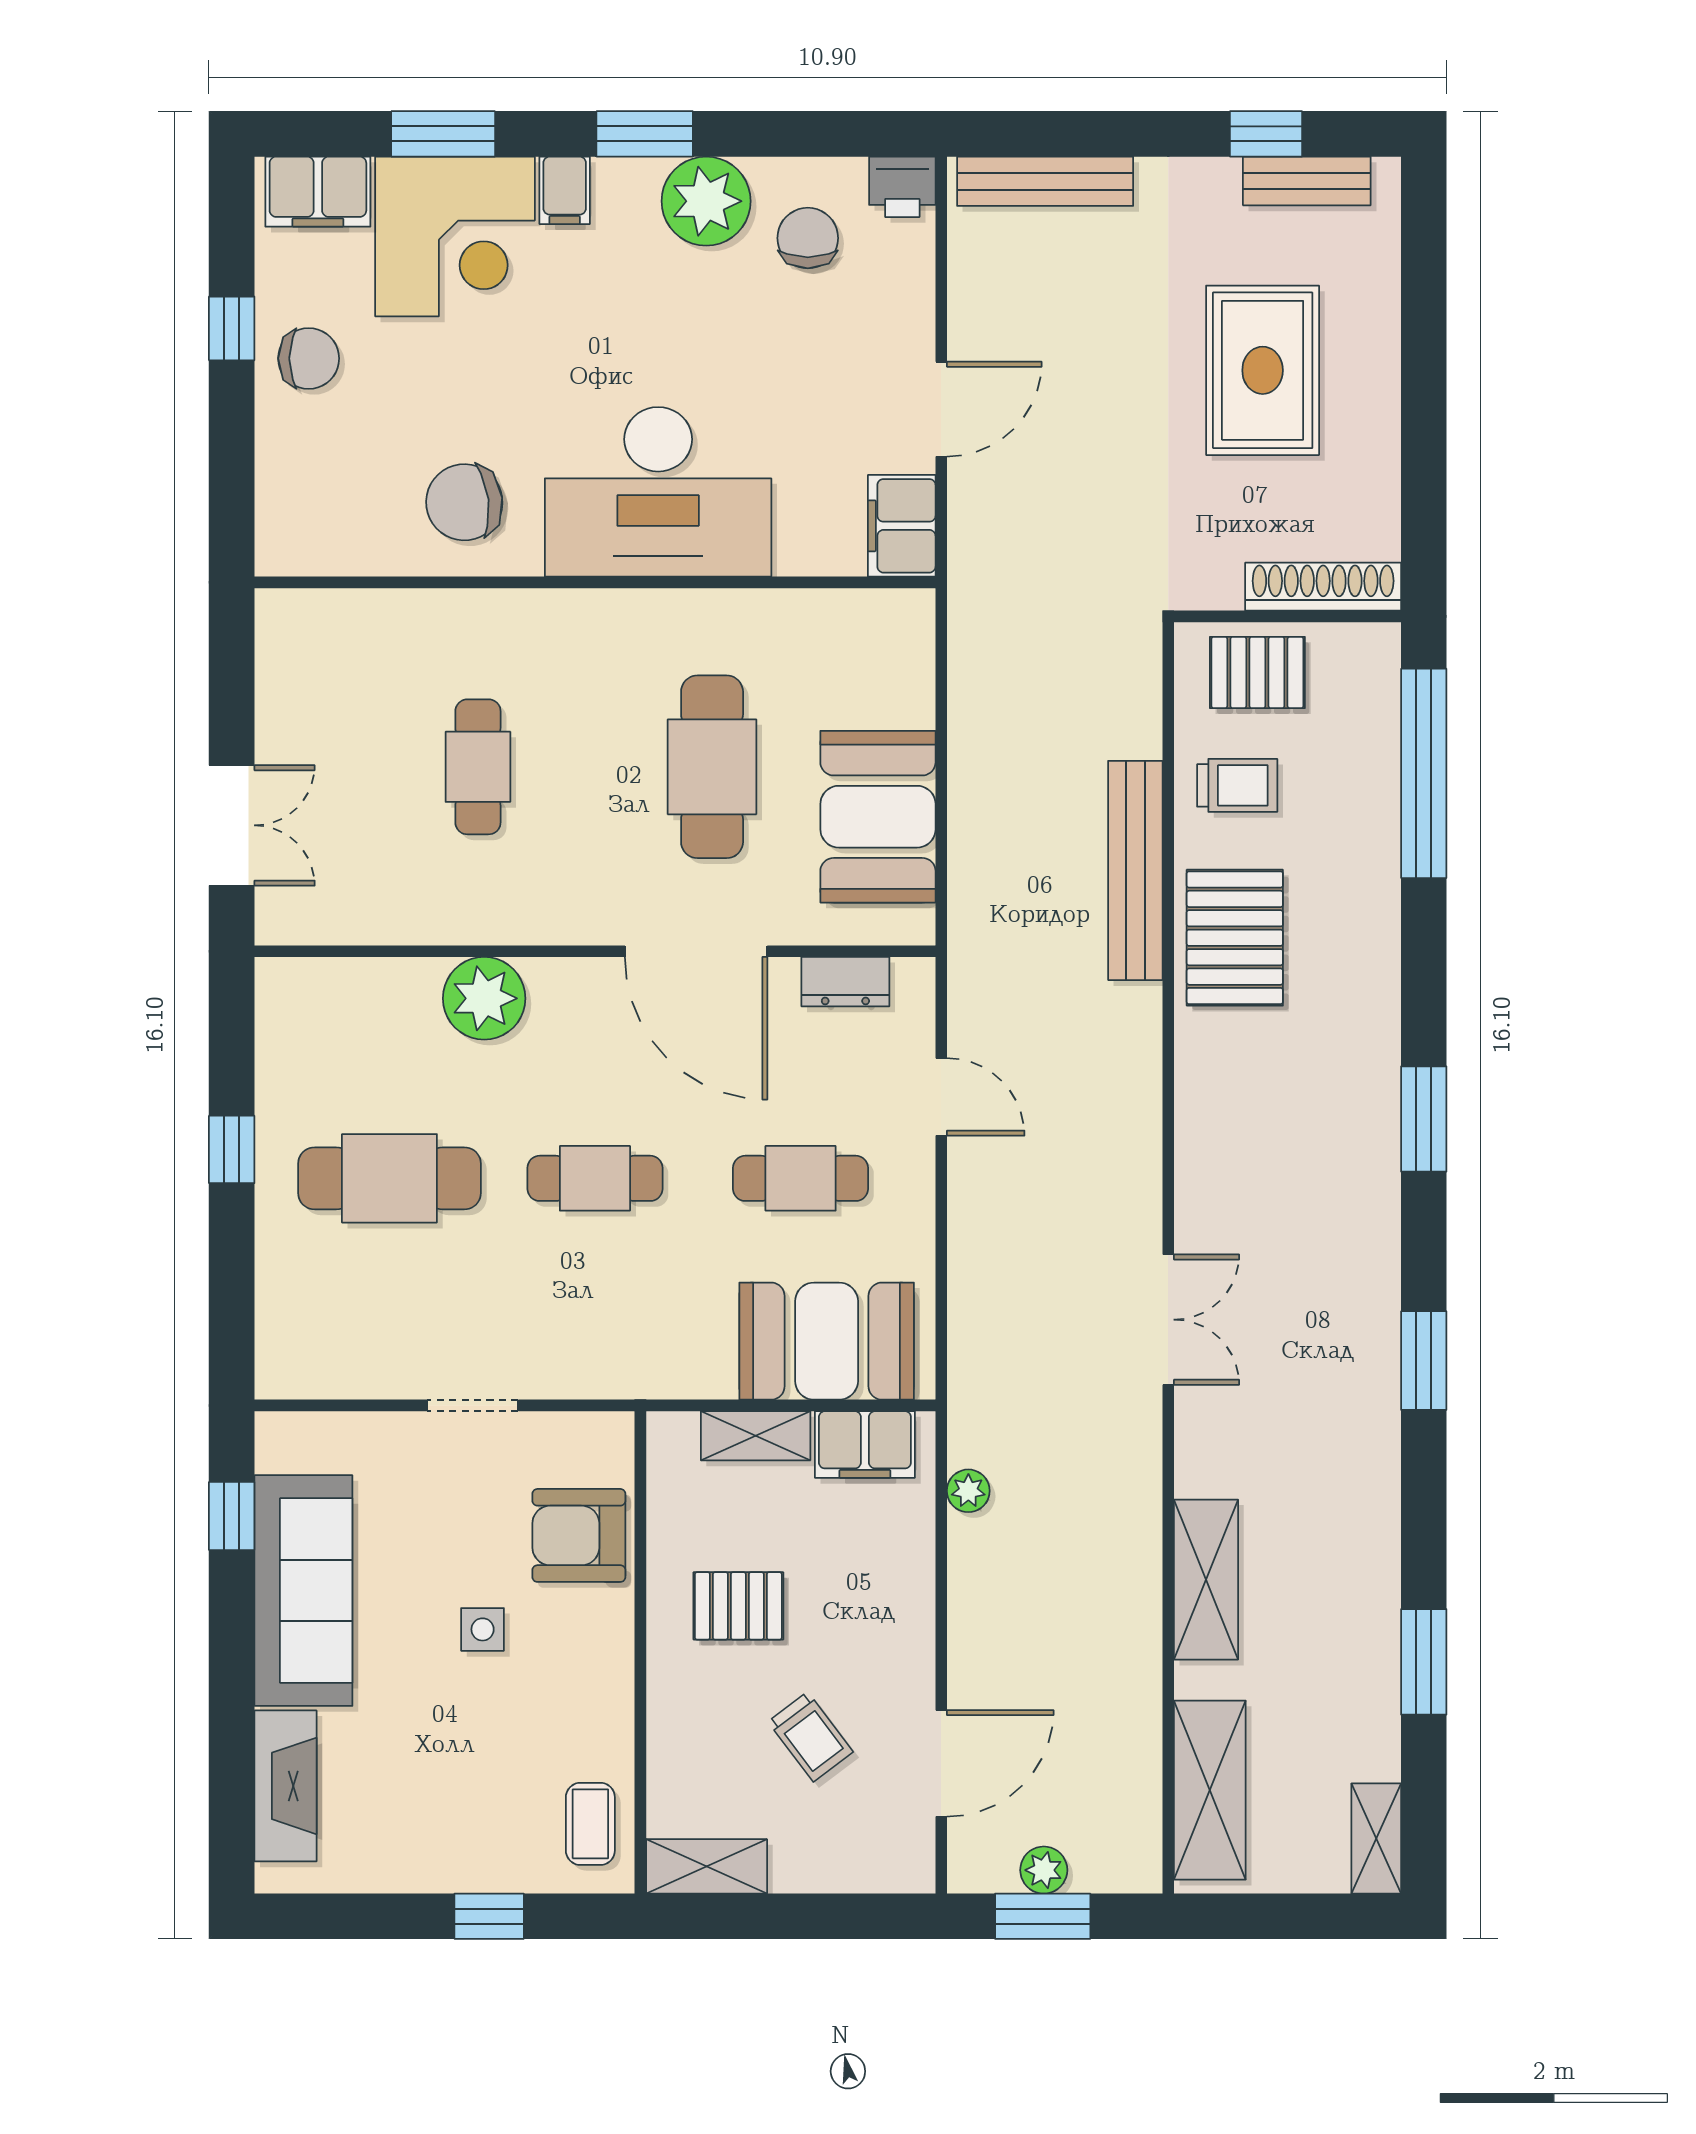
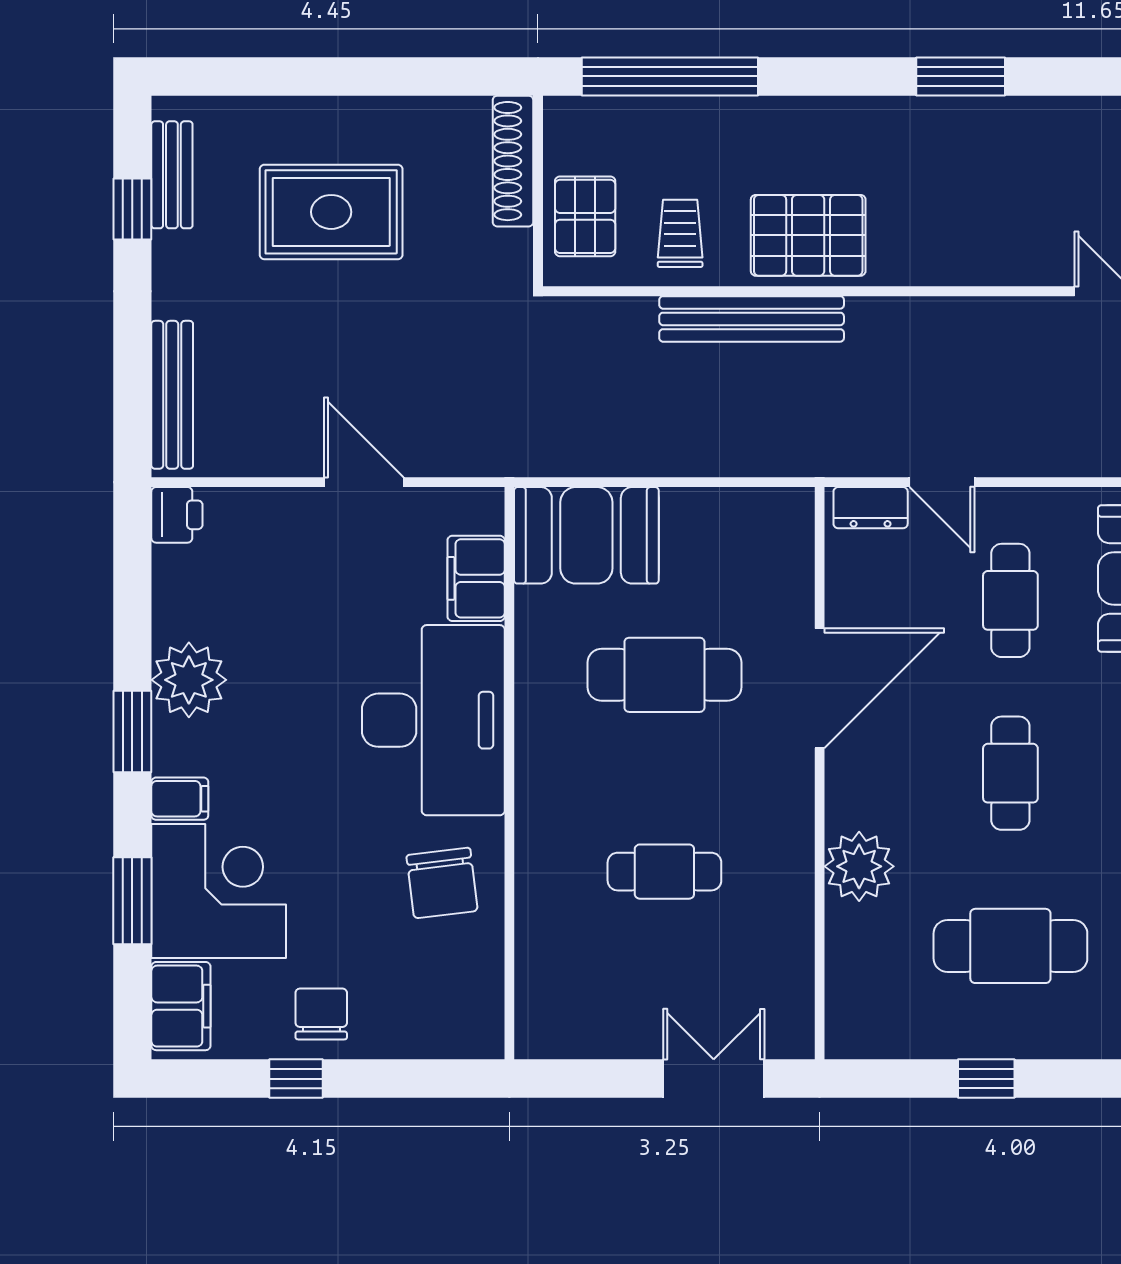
chair: (808, 238) -> (220, 594), removed
filing cabinet: (902, 526) -> (476, 578), moved, turned 90
booth: (878, 817) -> (586, 535), moved
dresser: (845, 982) -> (871, 508), moved, turned 90
door: (941, 1097) -> (942, 482), swing flipped
cafe table: (389, 1178) -> (1010, 946), turned 90

